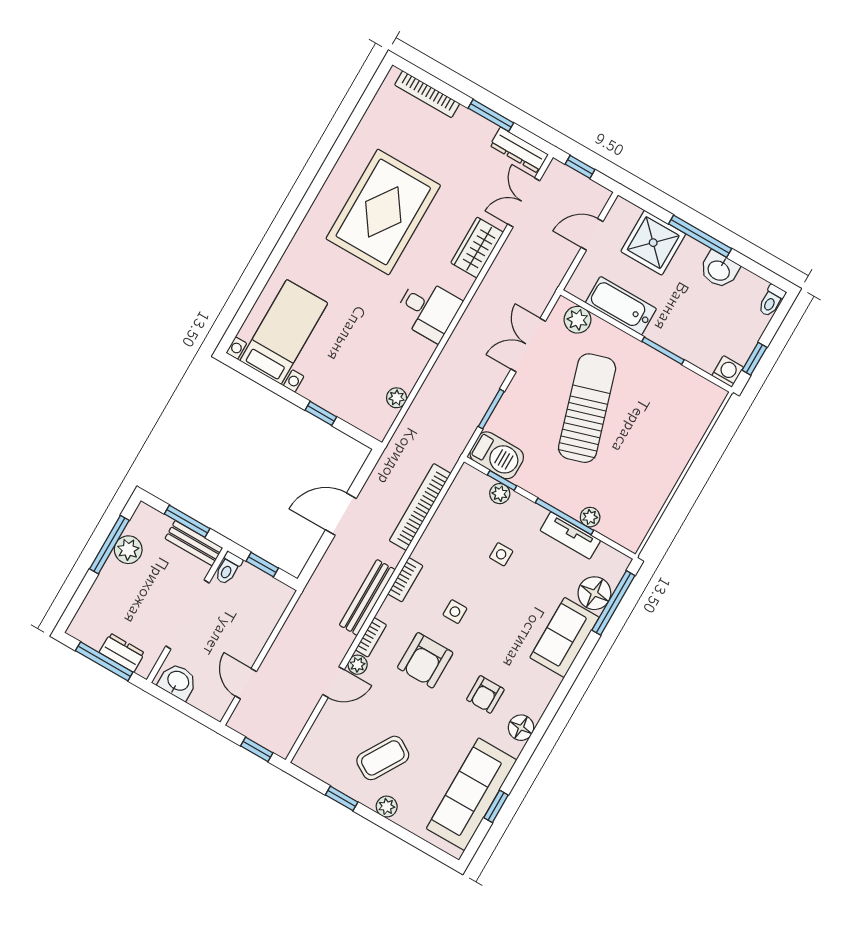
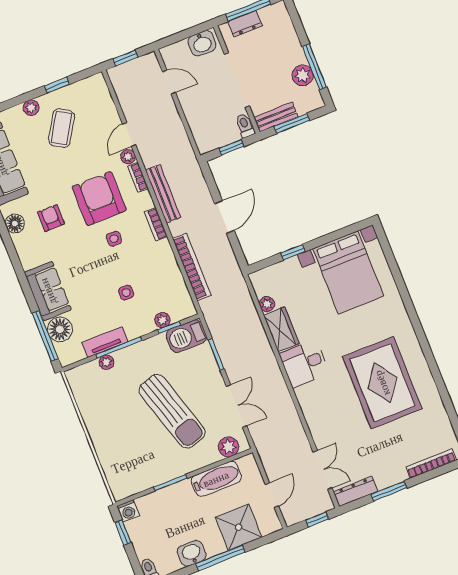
wardrobe: (477, 247) -> (281, 329), moved
bed with nightstands: (284, 332) -> (348, 272), width x1.36
armchair: (425, 660) -> (99, 199), width x1.36, depth x1.36

